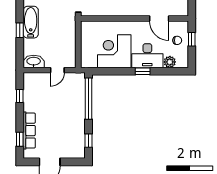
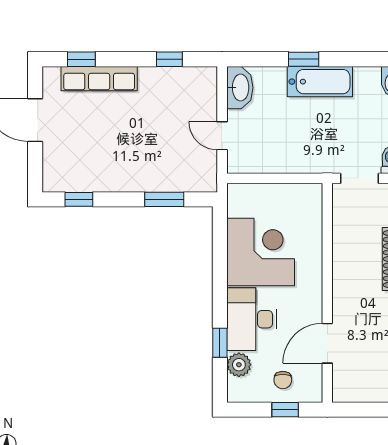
window: (143, 71) -> (220, 343), moved
window: (89, 99) -> (164, 199), width x0.47

